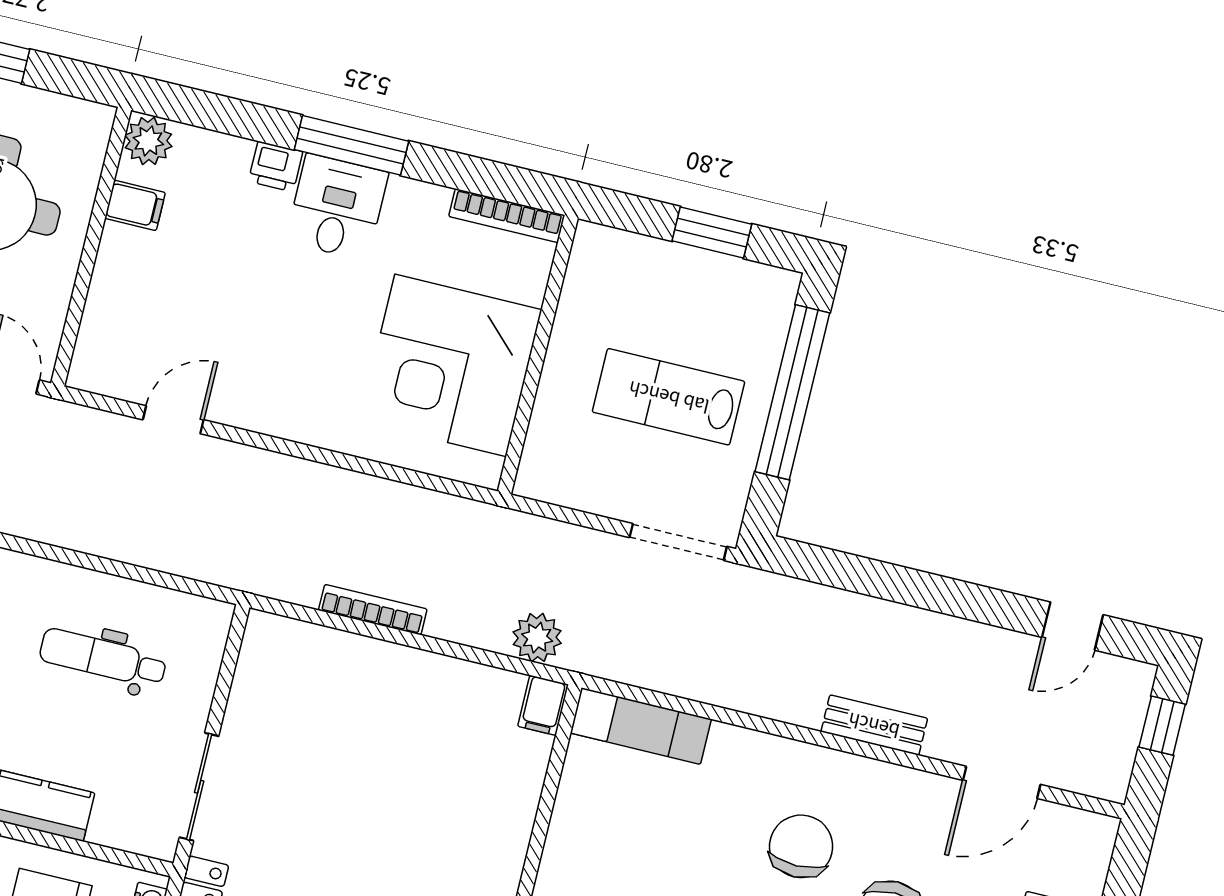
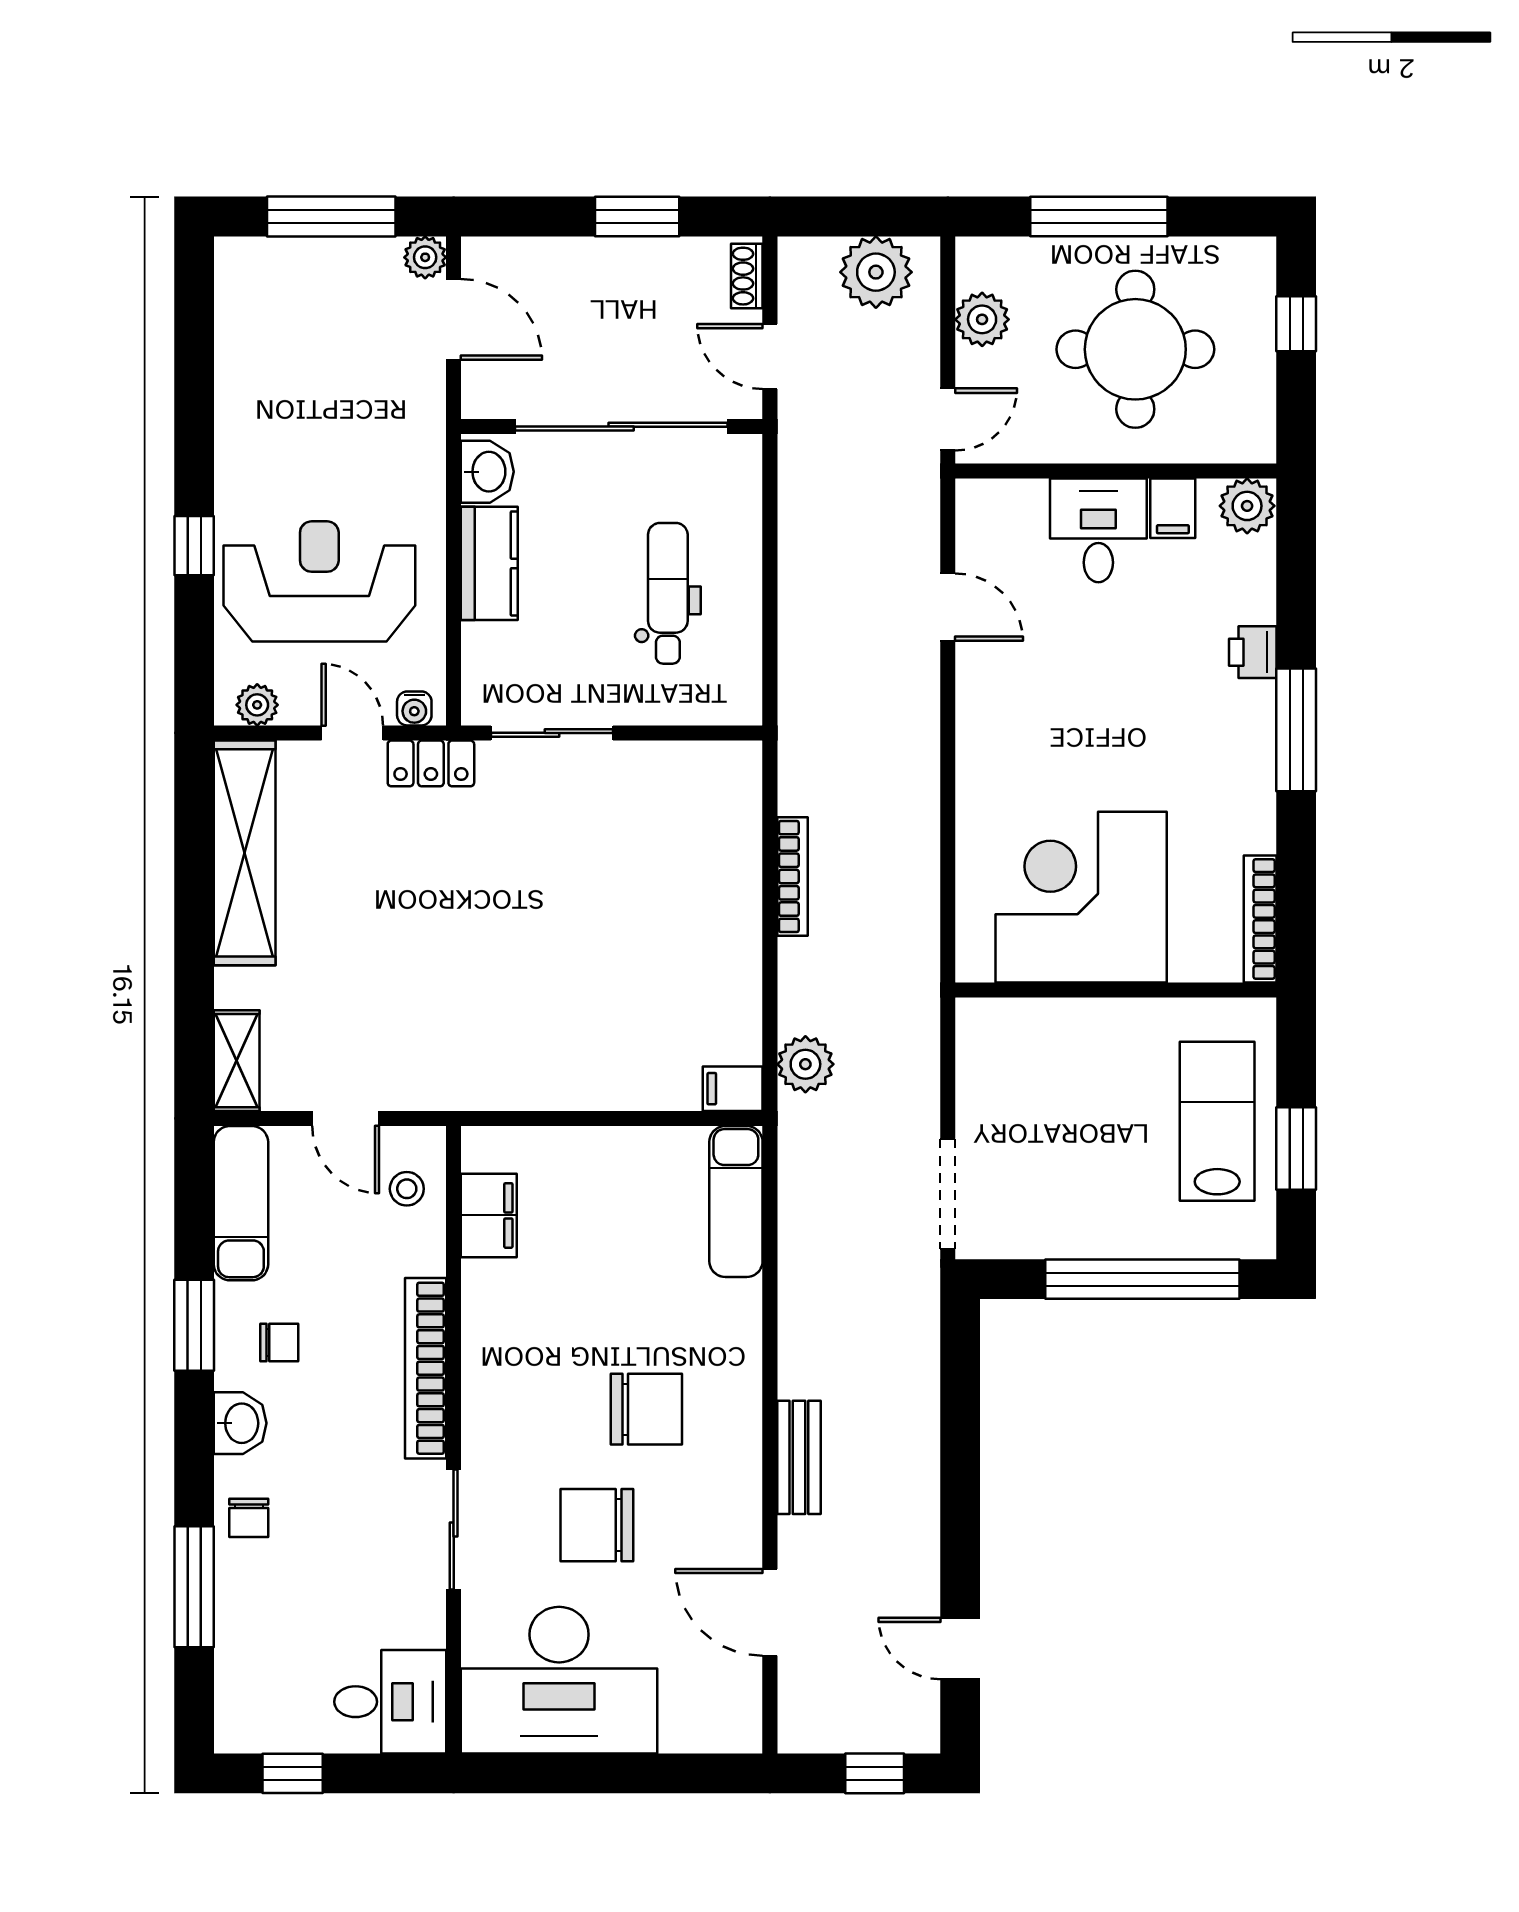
desk: (337, 207) -> (1098, 530), moved, turned -90
lab bench: (669, 397) -> (1217, 1121), moved

